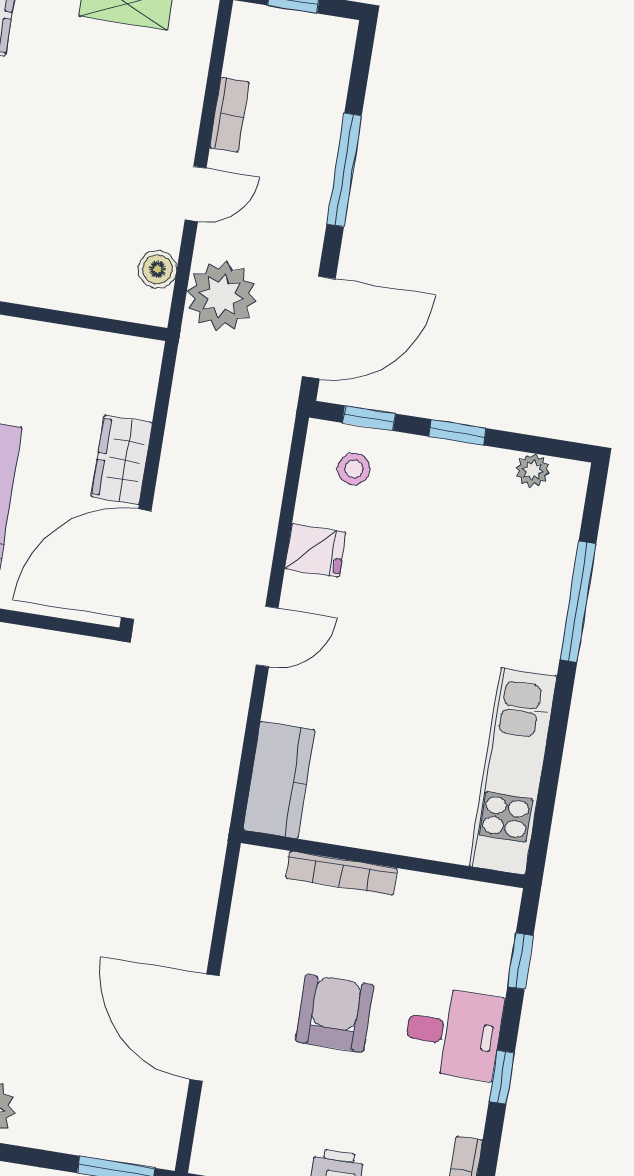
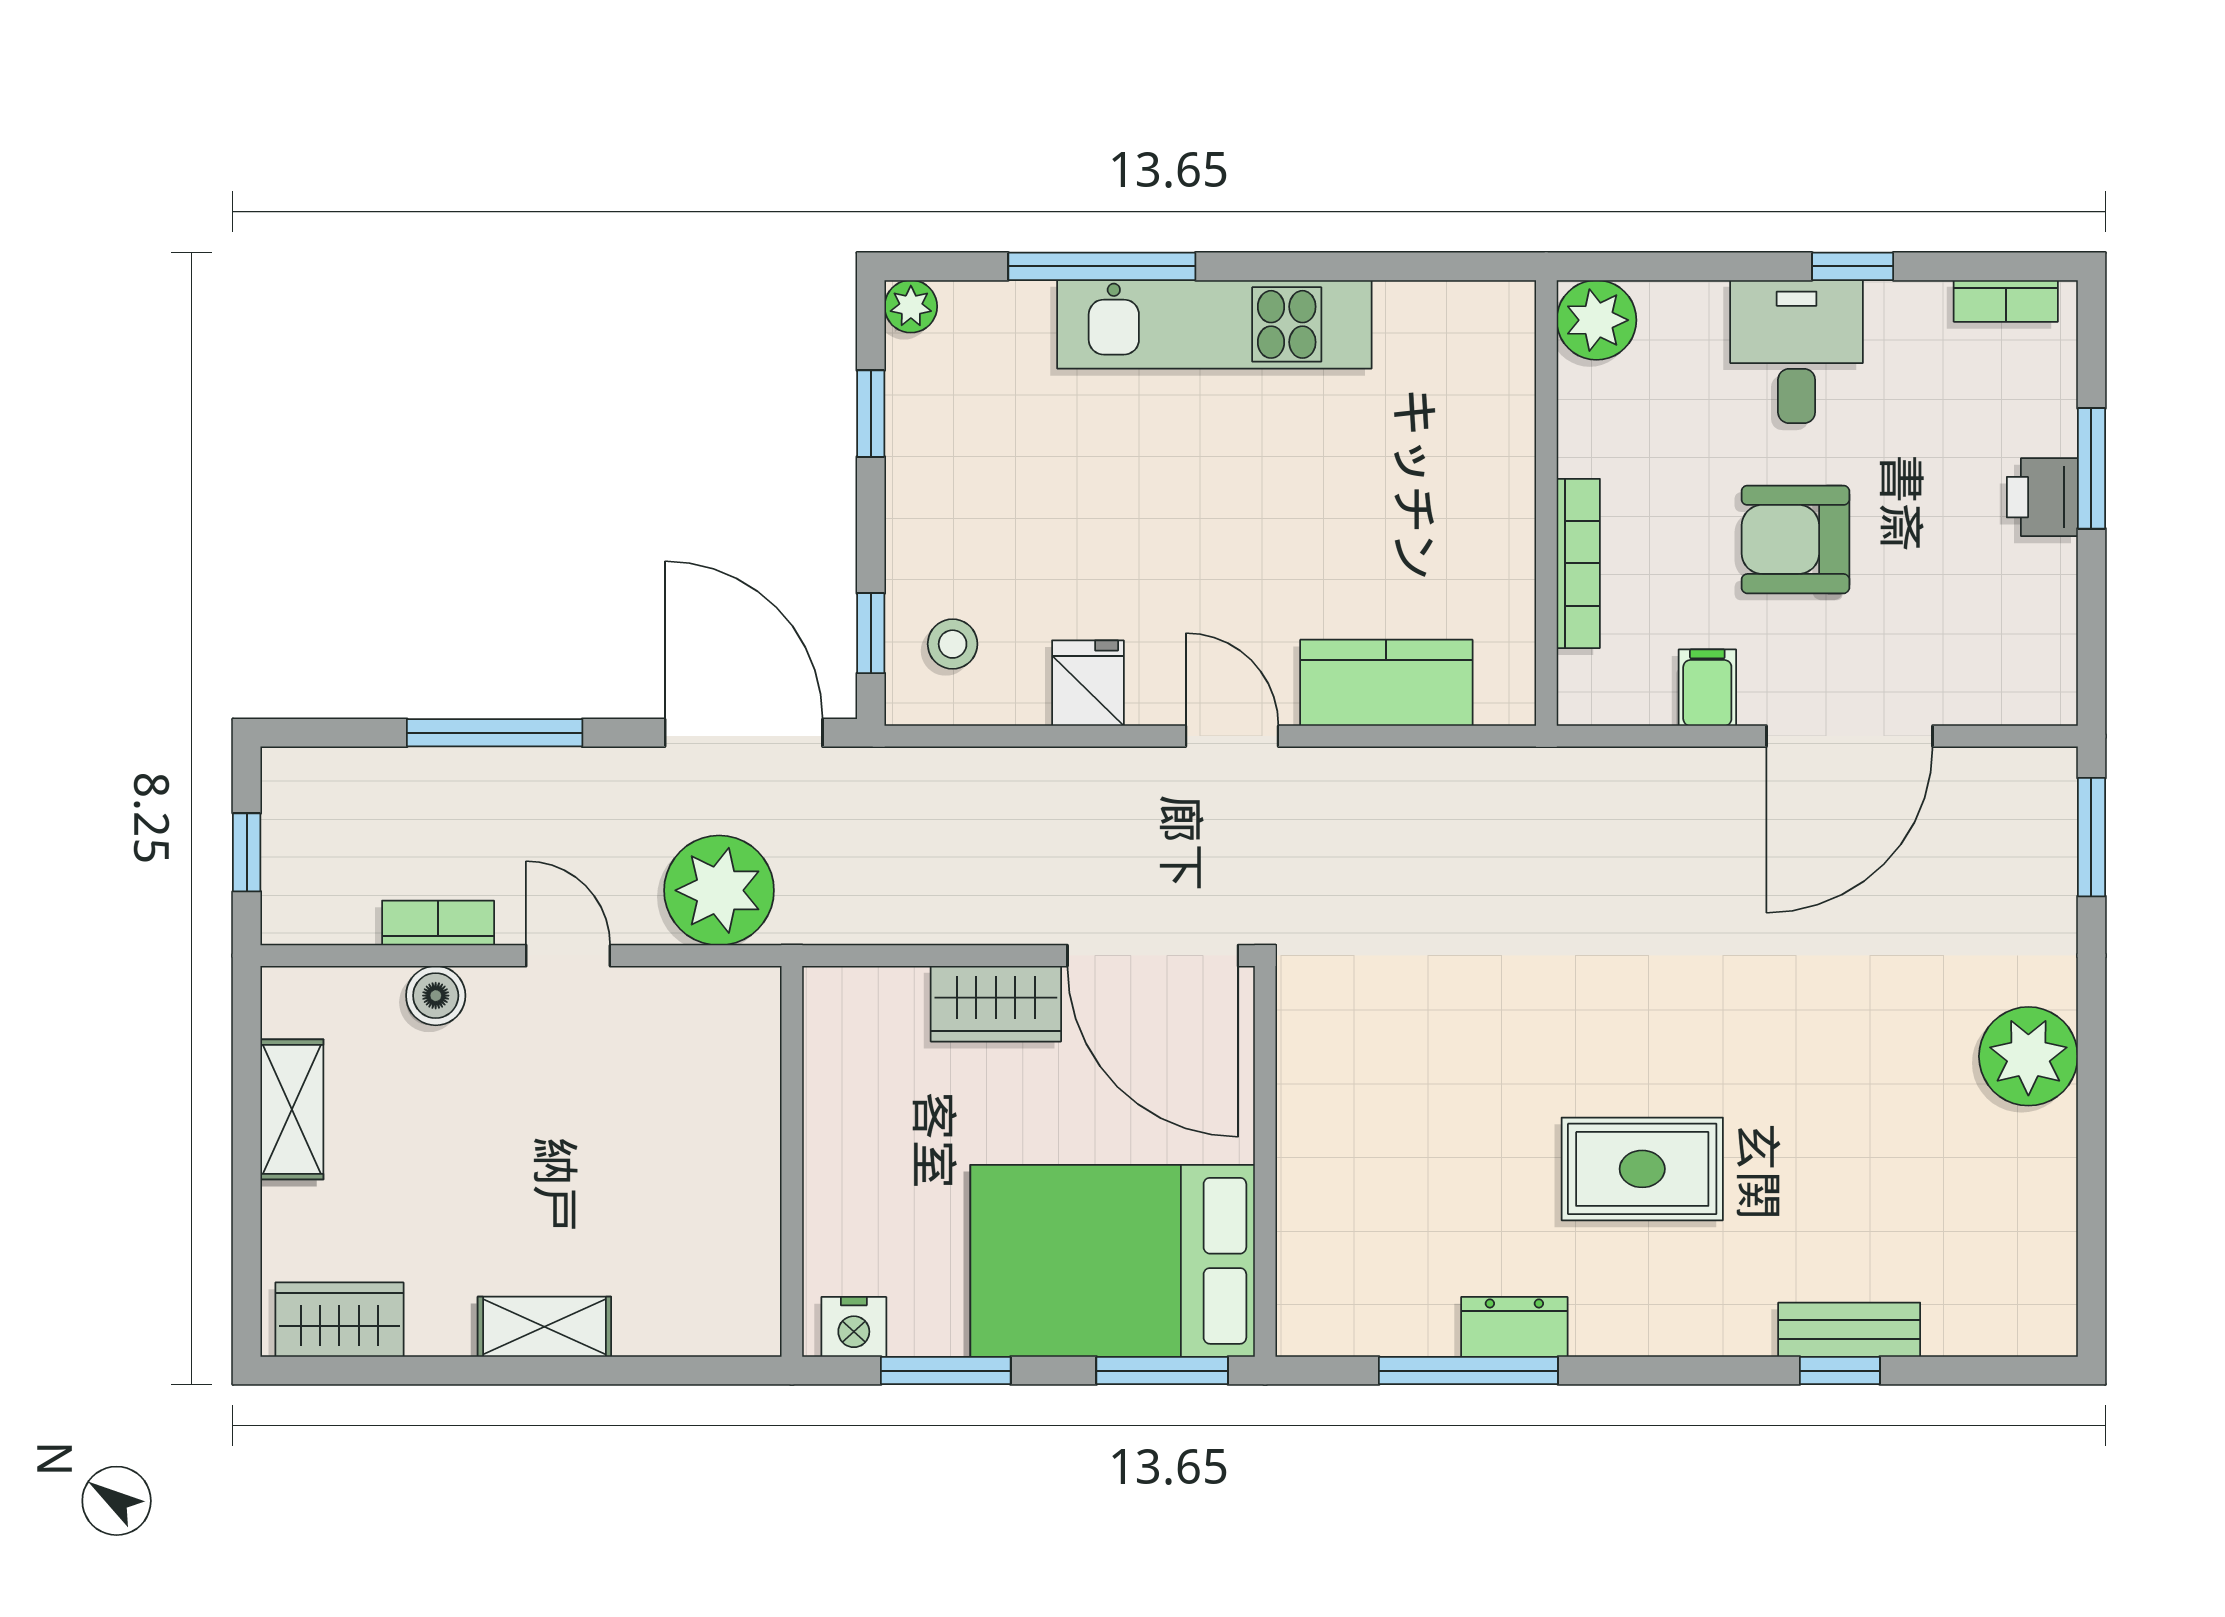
boiler: (157, 269) -> (436, 996), moved
window: (457, 432) -> (871, 414), moved
plant: (533, 470) -> (911, 306), moved
kitchen unit: (513, 771) -> (1214, 324), moved
kitchen counter: (279, 780) -> (1386, 683), moved
plant: (494, 910) -> (1596, 320), added
filing cabinet: (250, 942) -> (1707, 688), added
window: (520, 961) -> (1669, 266), removed

